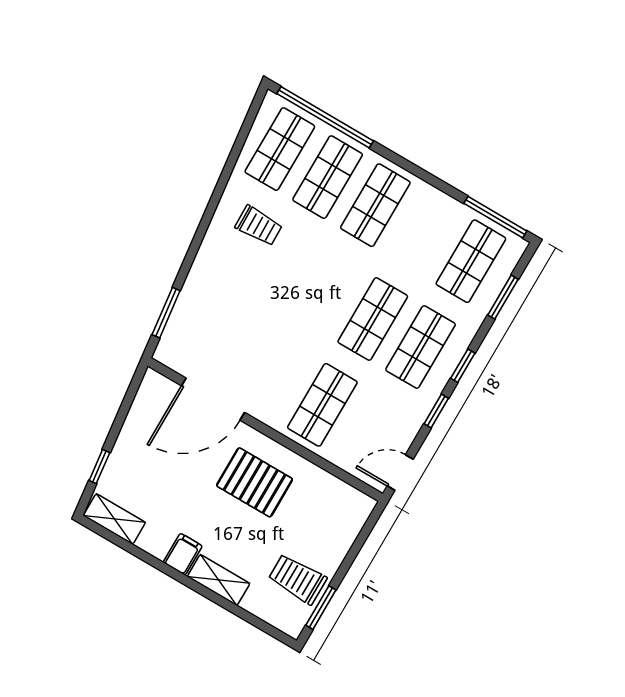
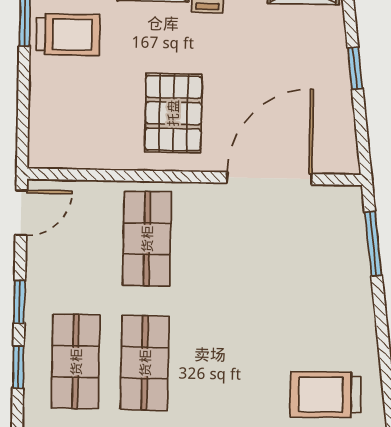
trolley: (259, 226) -> (326, 395), width x1.36, depth x1.39
window: (99, 467) -> (355, 68), moved
pallet: (255, 482) -> (173, 113), turned 90

